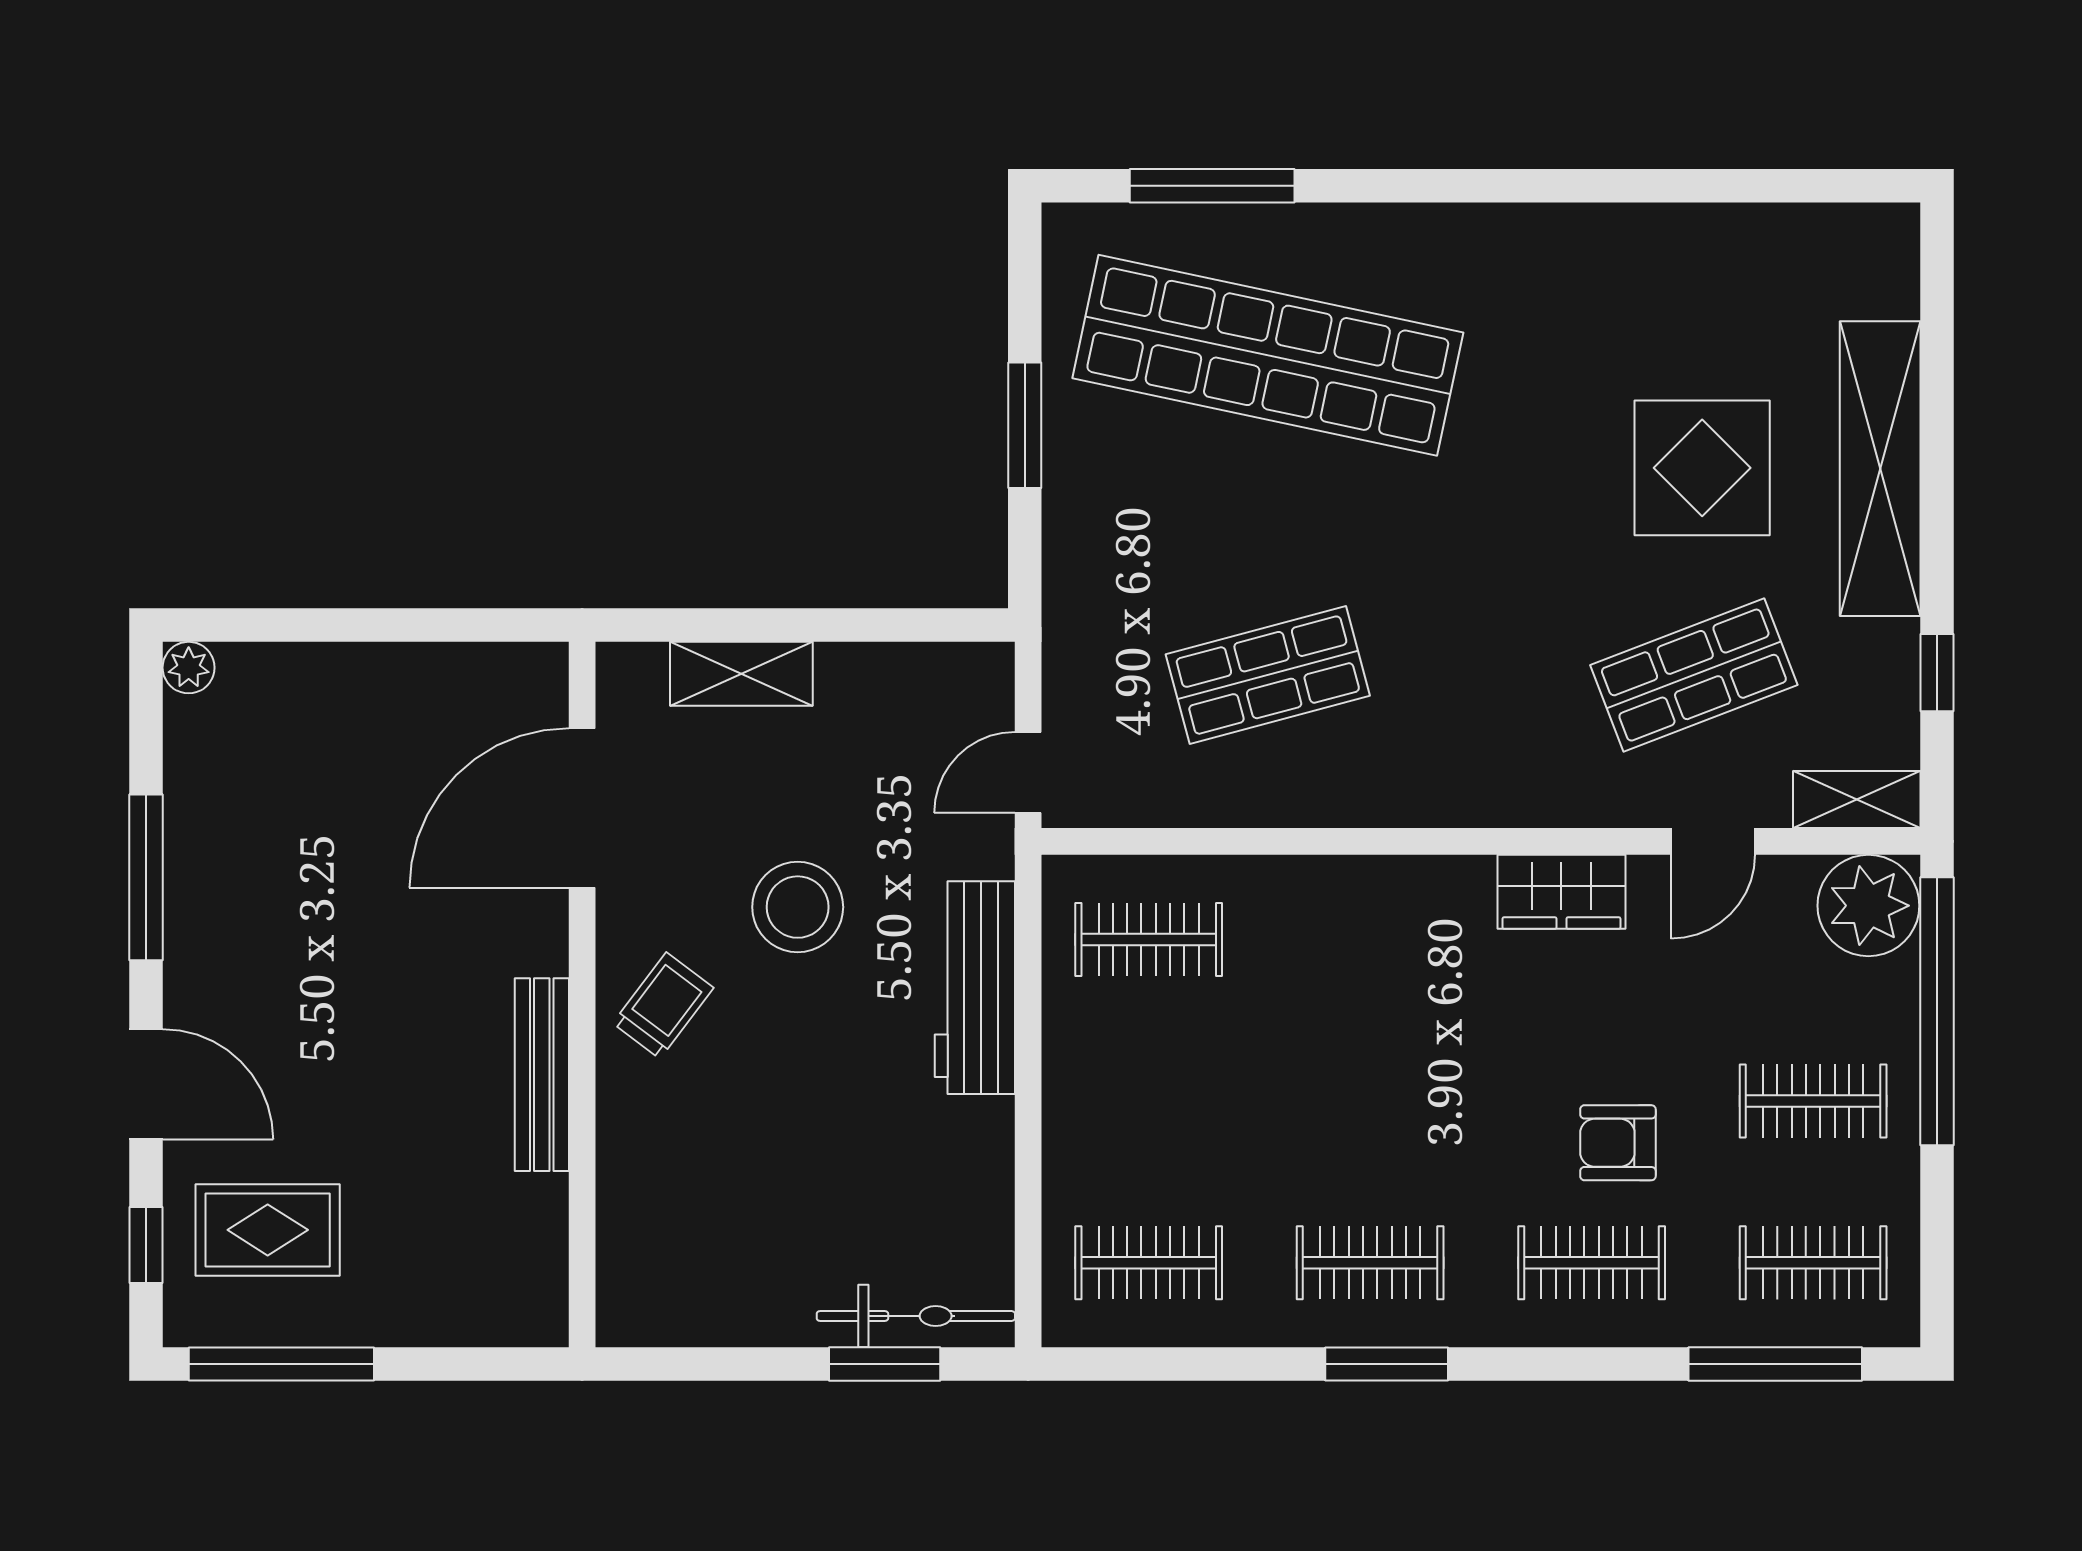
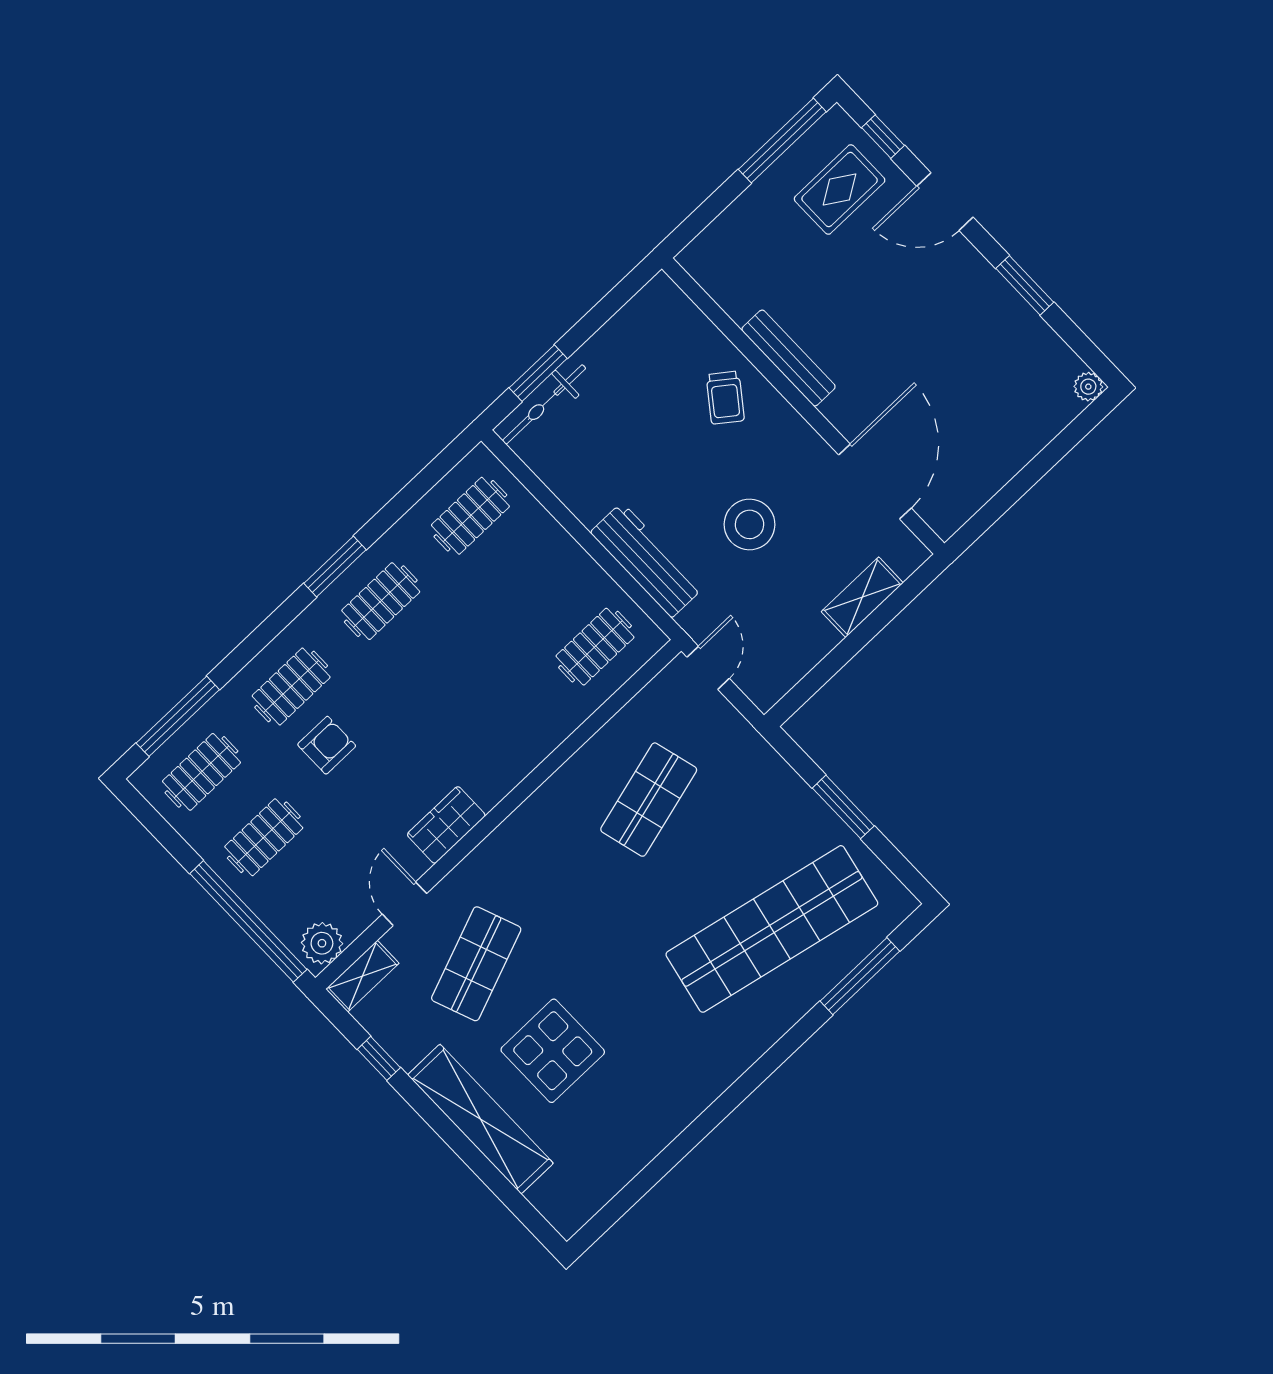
window: (146, 877) -> (1025, 285), width x0.69
plant: (1868, 906) -> (322, 943), width x0.73, depth x0.73
trolley: (663, 1005) -> (725, 398), moved

